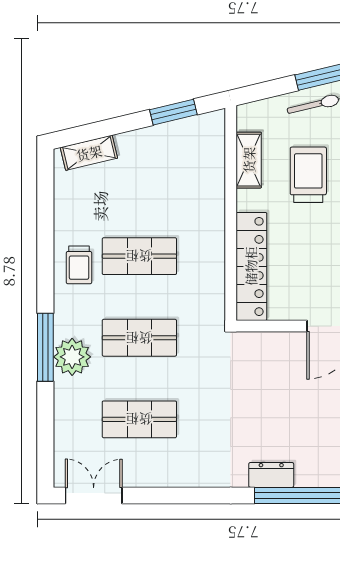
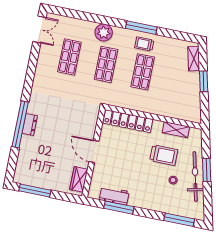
window: (173, 112) -> (204, 81), moved
window: (45, 347) -> (141, 28), moved
dresser: (271, 475) -> (30, 125), moved

